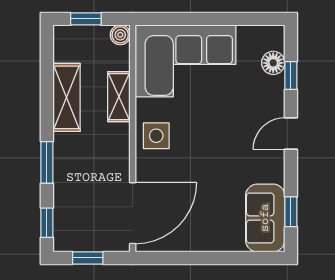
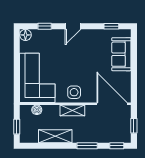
boiler: (120, 35) -> (37, 110), moved
floor lamp: (273, 63) -> (25, 35), moved
shelving: (119, 97) -> (72, 110), moved
door: (291, 134) -> (73, 26), hinge flipped
sofa: (265, 218) -> (121, 54), moved, turned 90

